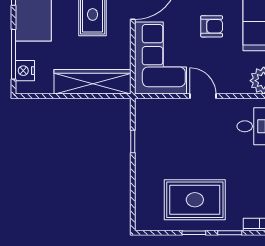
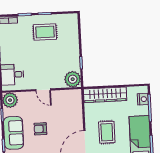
corner sofa: (160, 58) -> (68, 110), removed
plant: (149, 113) -> (73, 79), added
rug: (195, 200) -> (45, 32), width x0.73, depth x0.70

